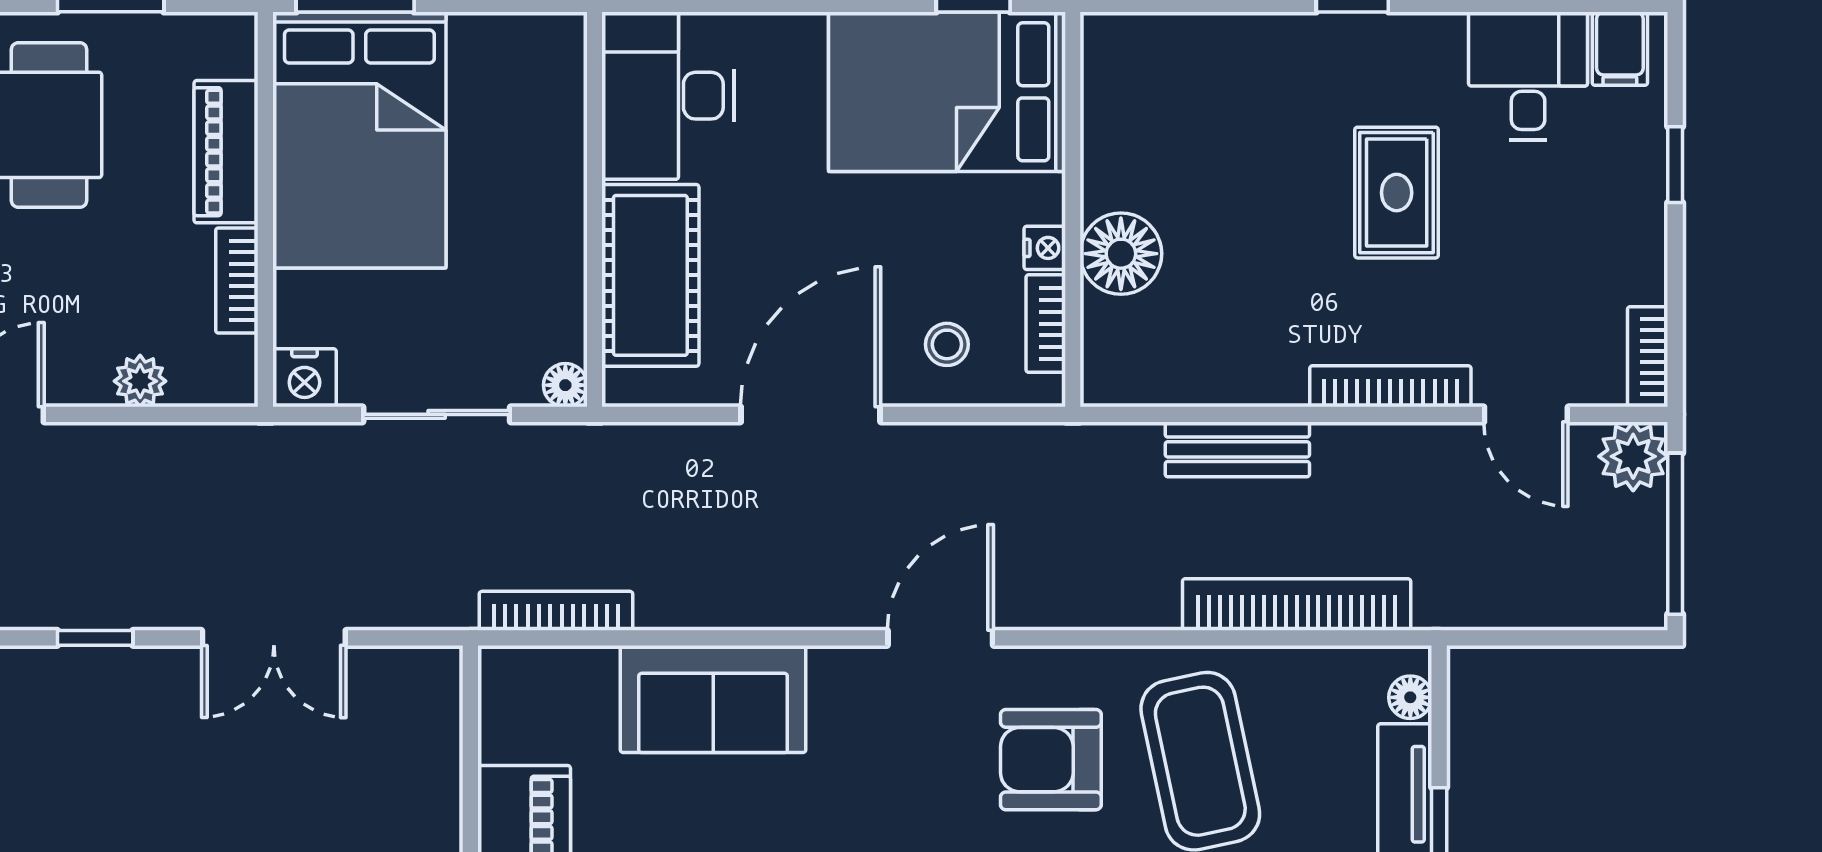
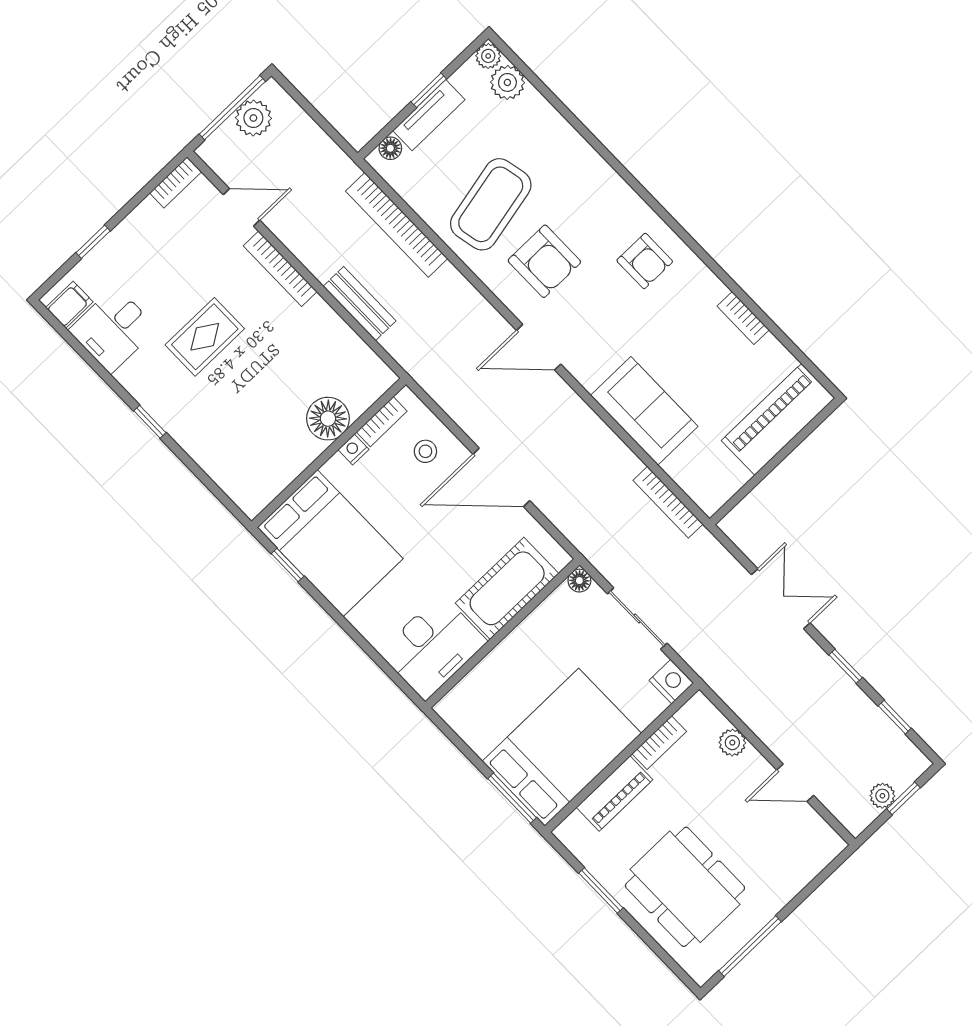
door: (1526, 414) -> (242, 207), hinge flipped
plant: (1633, 456) -> (253, 118), moved

